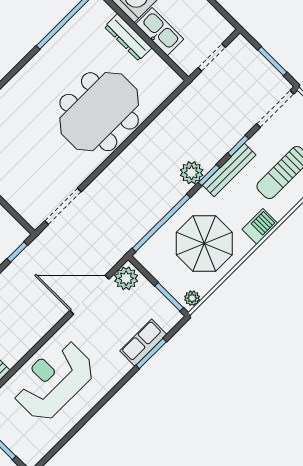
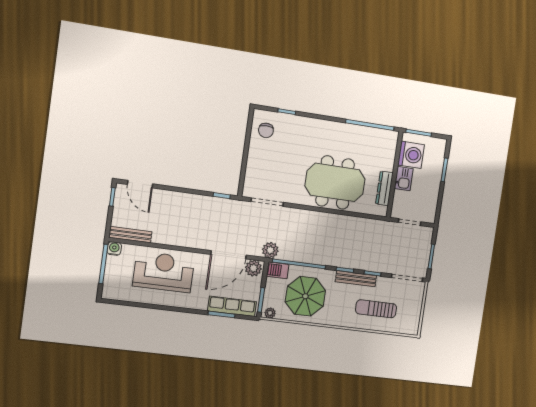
kitchen sink: (160, 32) -> (404, 179), width x0.73
dresser: (128, 37) -> (384, 188), moved
plant: (192, 173) -> (270, 250), moved
barbecue: (260, 226) -> (278, 270), moved, turned 180
door: (89, 295) -> (228, 255), swing flipped
row of seats: (143, 343) -> (232, 306), width x1.48

